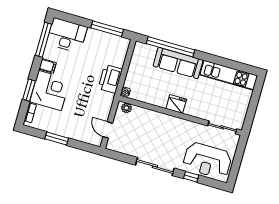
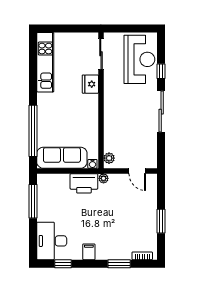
window: (43, 40) -> (63, 264), width x0.46
sofa: (178, 63) -> (62, 158), moved, turned -90
corner desk: (50, 90) -> (114, 242), removed
plant: (110, 98) -> (103, 178), added
fridge: (176, 104) -> (90, 84), moved
door: (108, 130) -> (137, 171), hinge flipped

